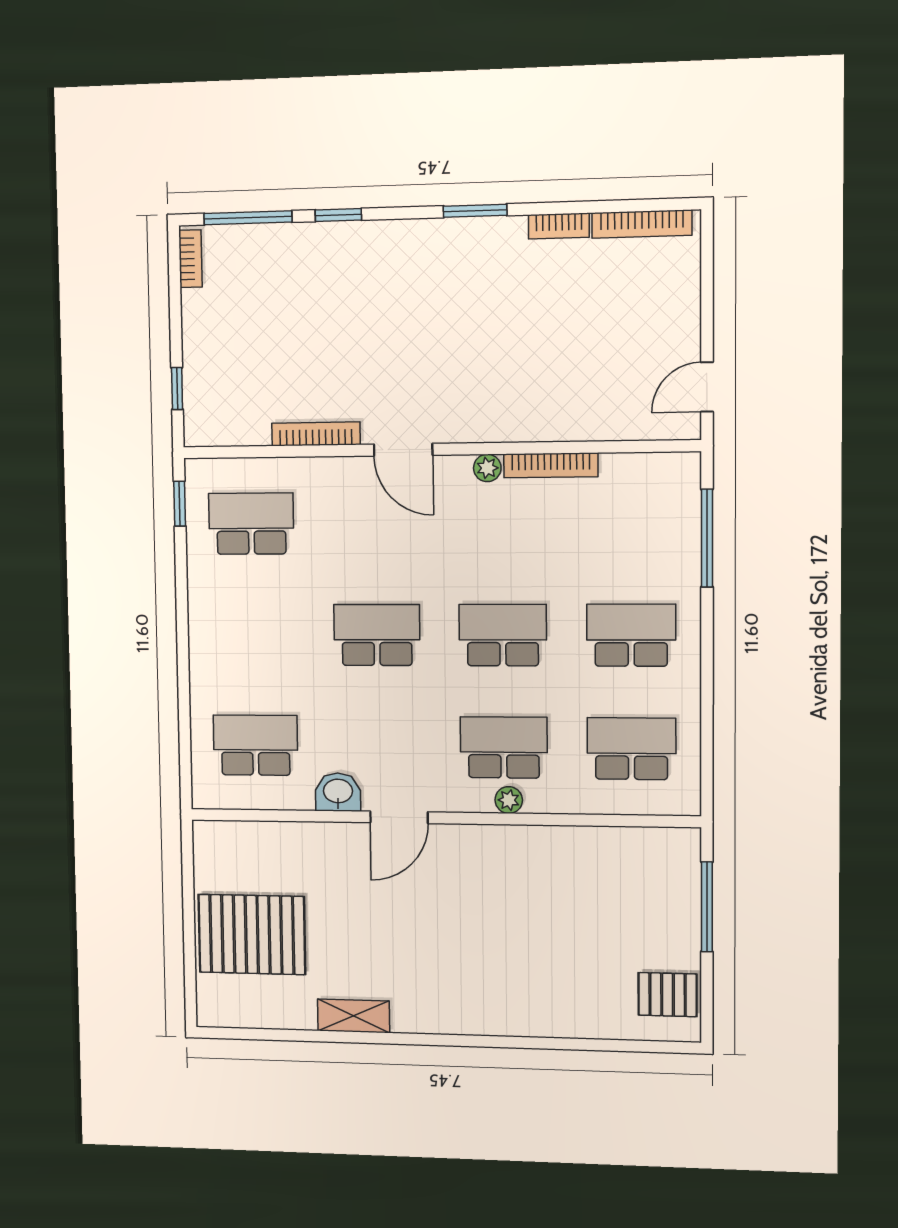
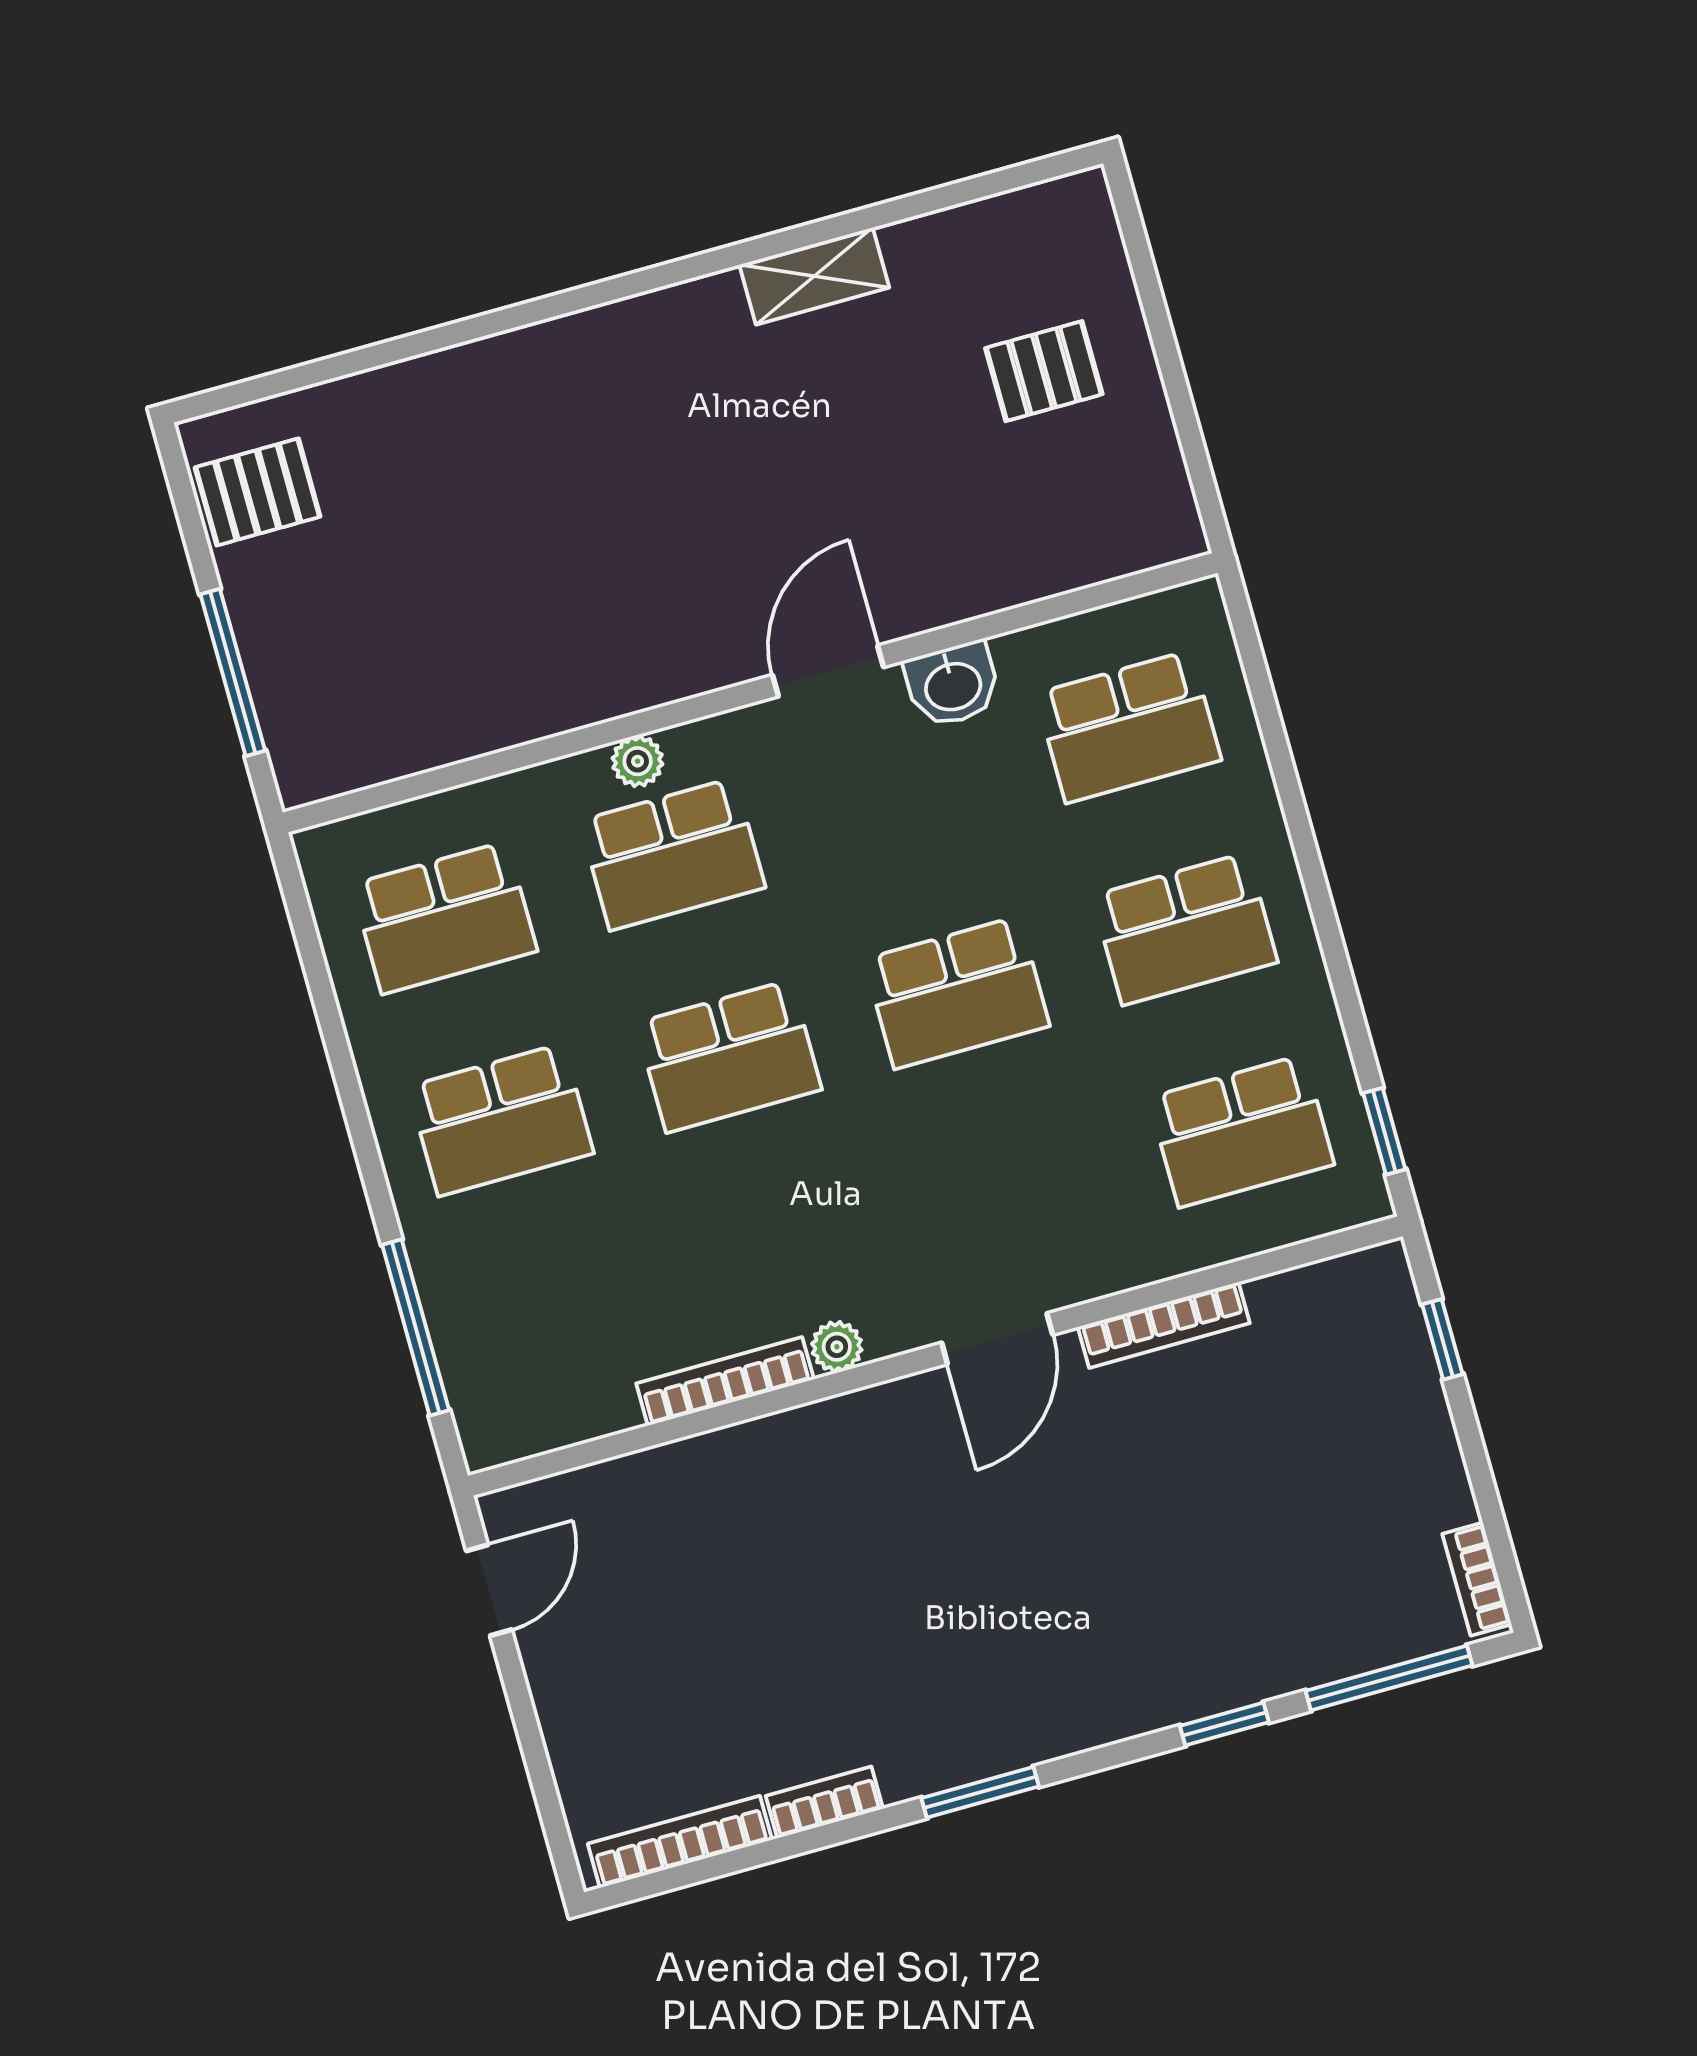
door: (403, 450) -> (997, 1339), swing flipped
school desk: (253, 635) -> (1185, 929), added
pallet: (252, 934) -> (1044, 371), width x0.49, depth x0.50

